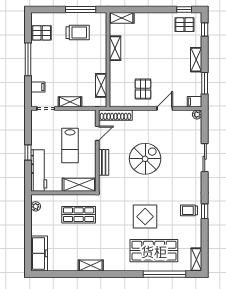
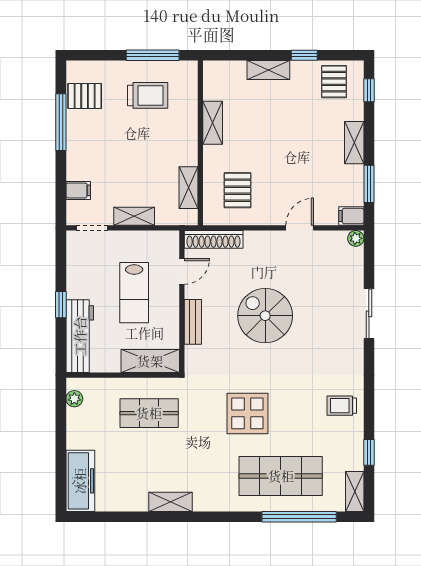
window: (184, 10) -> (304, 55), moved
shelving: (122, 18) -> (268, 70), moved
pallet: (185, 25) -> (334, 82), turned 90
window: (28, 59) -> (61, 122), moved
pallet: (143, 89) -> (237, 190), moved
spiral stairs: (145, 159) -> (265, 316), turned -90
window: (205, 211) -> (369, 452), moved
display table: (145, 217) -> (247, 413), moved

